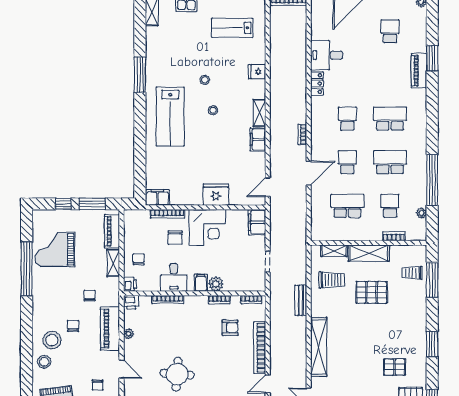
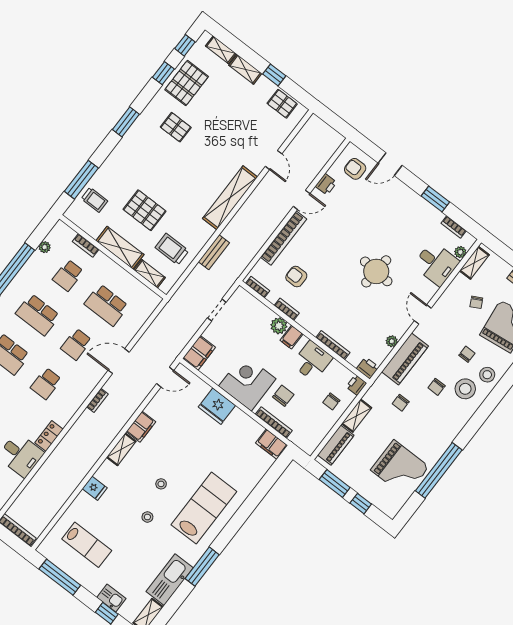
kitchen sink: (156, 48) -> (170, 580), added
chair: (98, 385) -> (467, 354), moved

